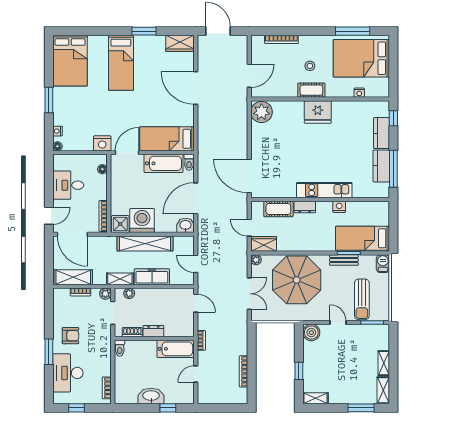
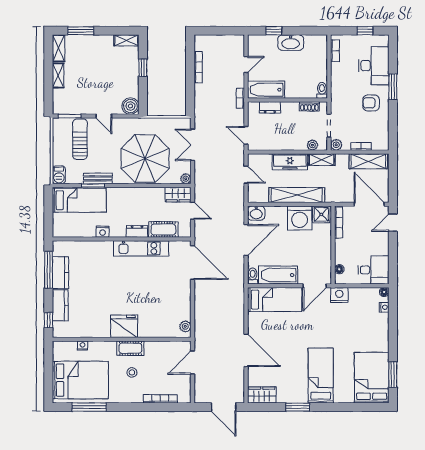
window: (49, 100) -> (393, 375), moved
plant: (261, 112) -> (185, 326), width x0.53, depth x0.53
desk: (68, 185) -> (373, 270), moved
kitchen unit: (324, 190) -> (141, 248), moved
dresser: (153, 331) -> (270, 107), moved

